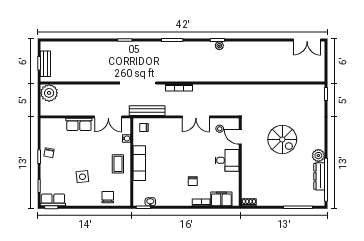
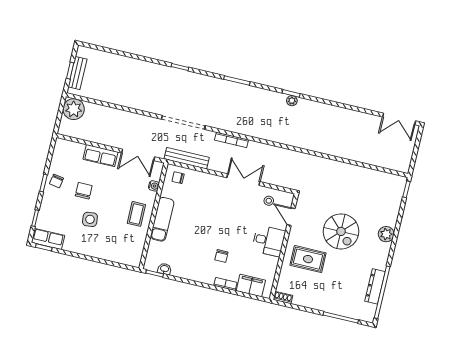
double door: (196, 117) -> (243, 180), swing flipped
plant: (318, 156) -> (386, 234), moved
rug: (261, 167) -> (308, 259), added
chair: (108, 197) -> (84, 191), moved

